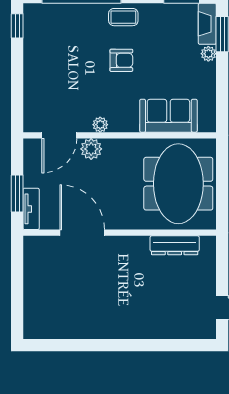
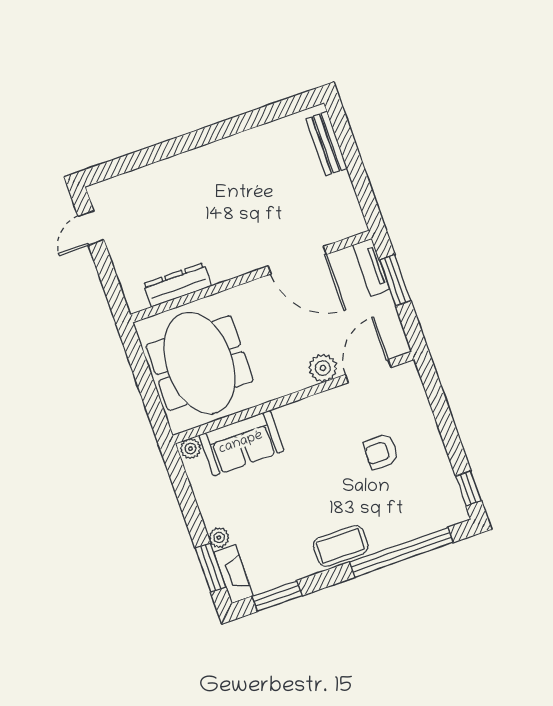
coffee table: (123, 17) -> (341, 546), width x1.36, depth x1.30
armchair: (121, 60) -> (381, 452), moved
plant: (100, 125) -> (191, 449), moved
bench: (32, 309) -> (326, 143), added

